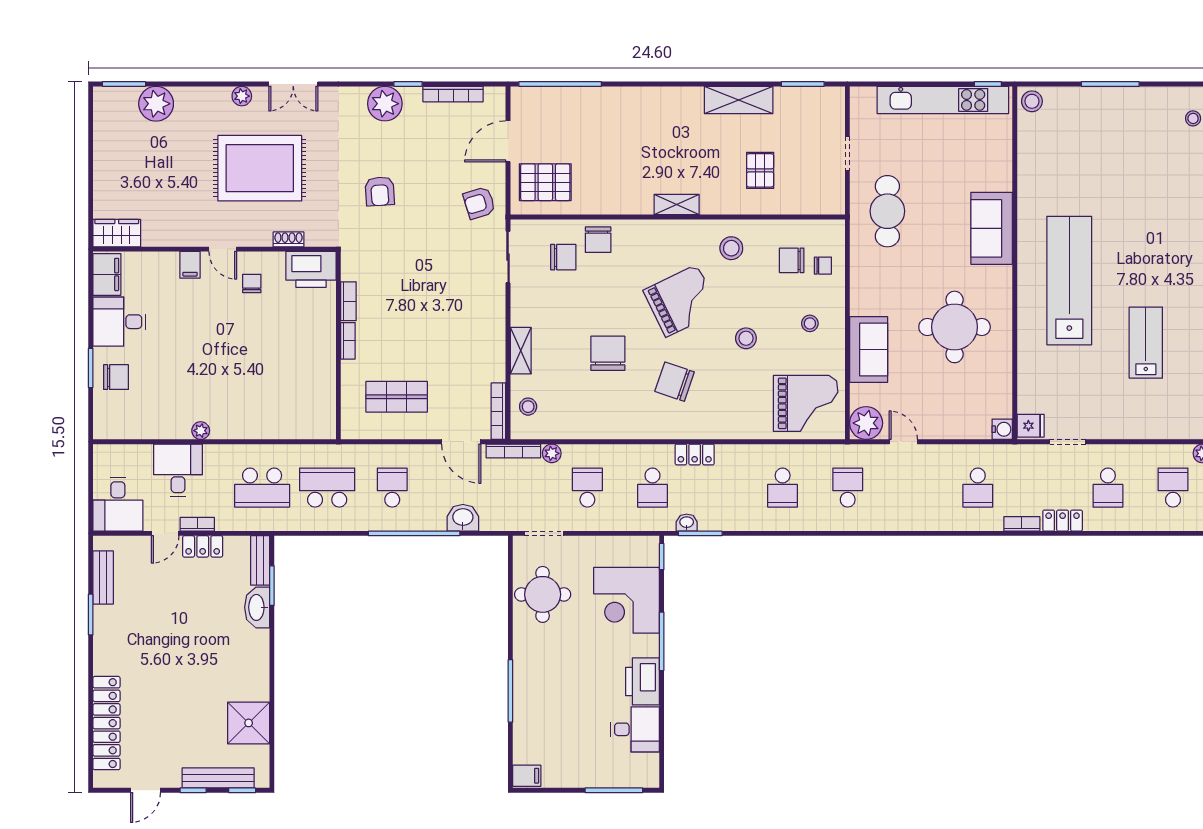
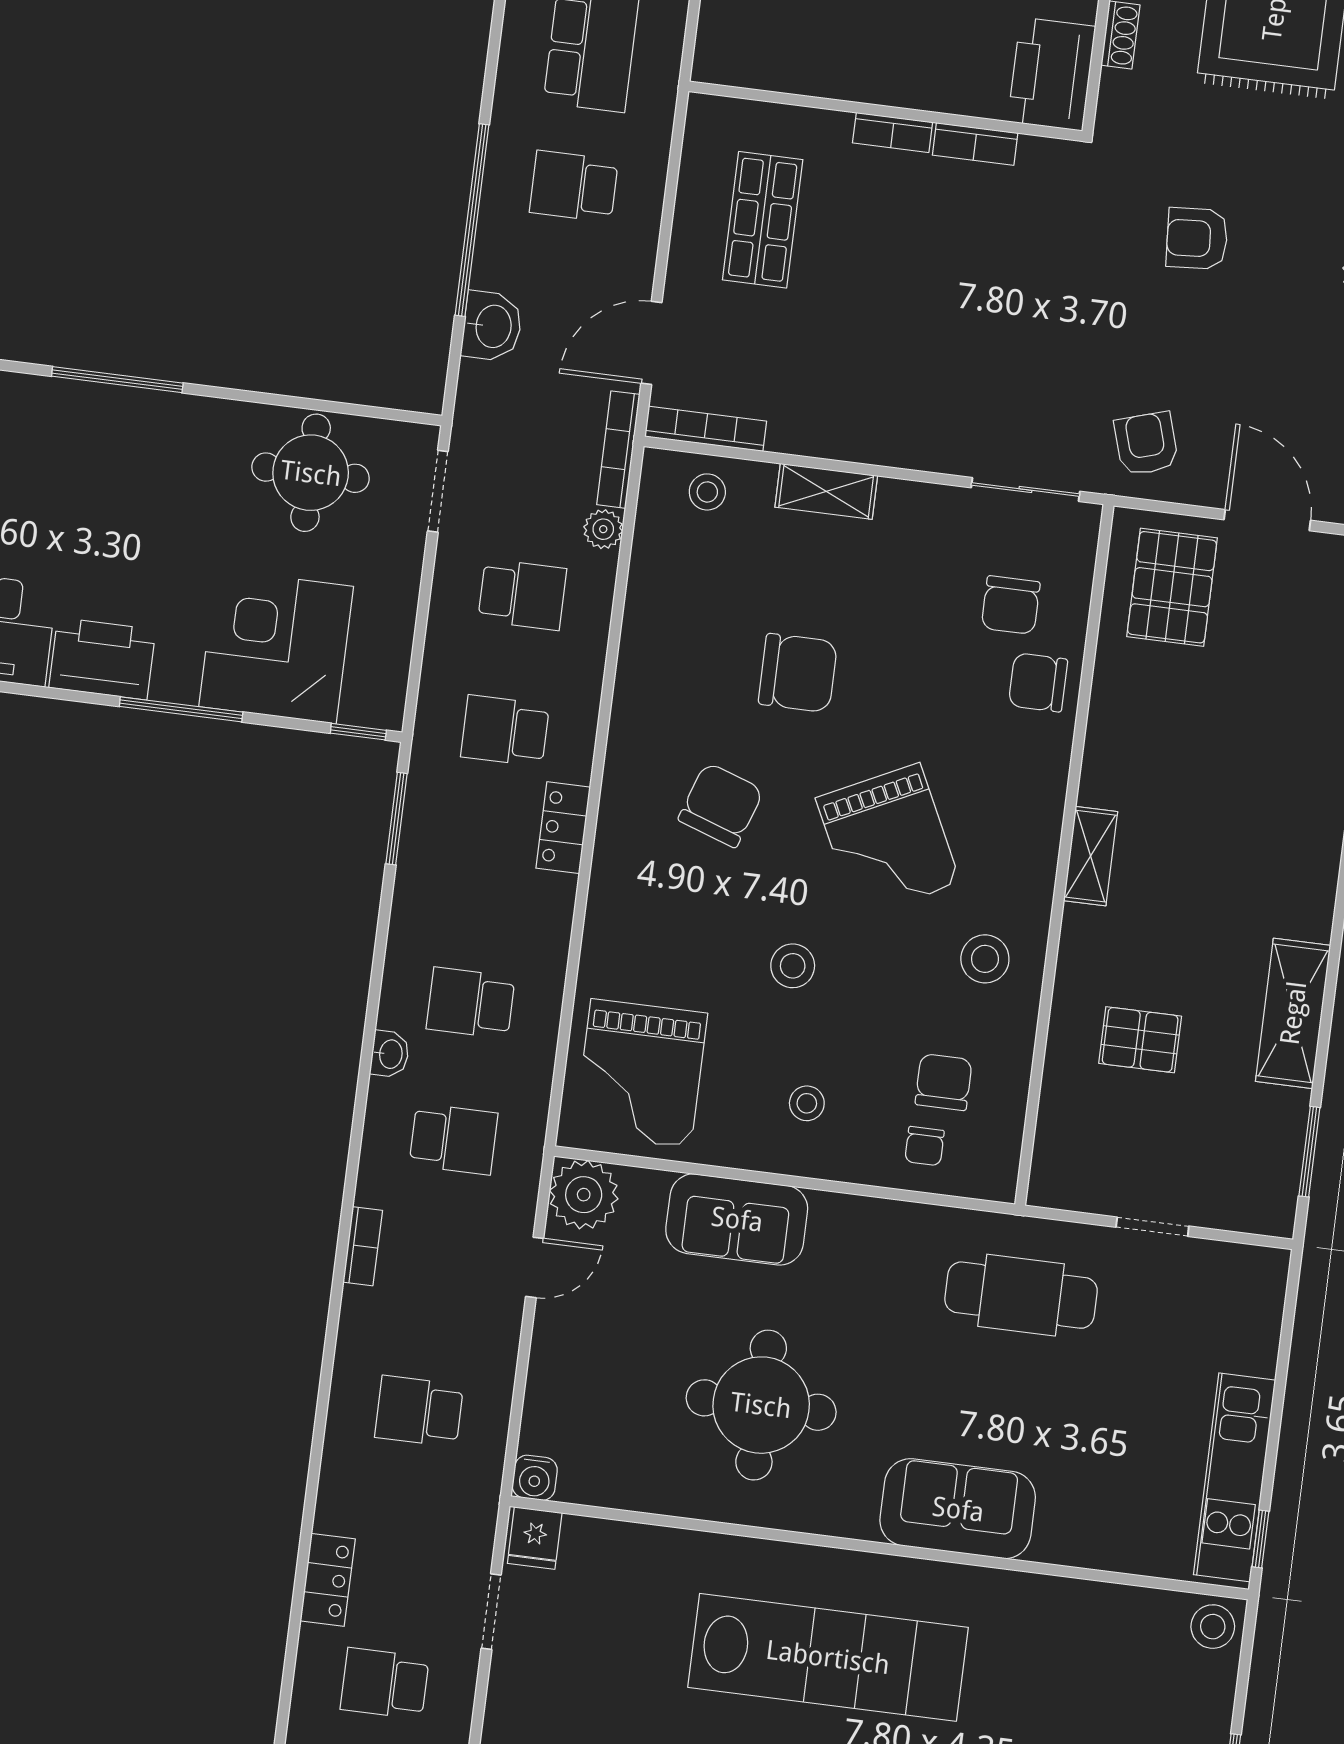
kitchen unit: (943, 100) -> (1235, 1477), width x0.73
school desk: (392, 488) -> (574, 186), turned 180
washbasin: (687, 523) -> (390, 1054), moved
bookcase: (1022, 524) -> (363, 1246), moved

